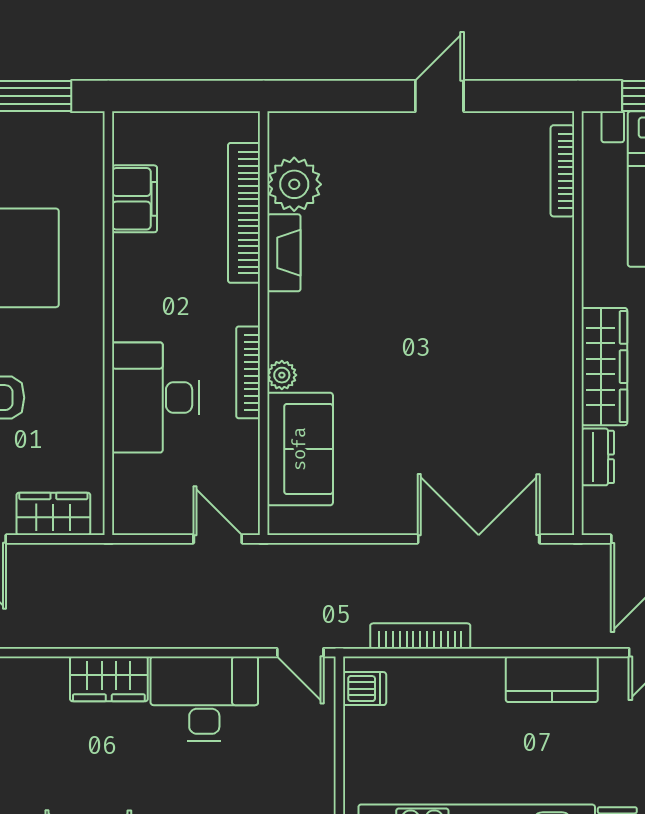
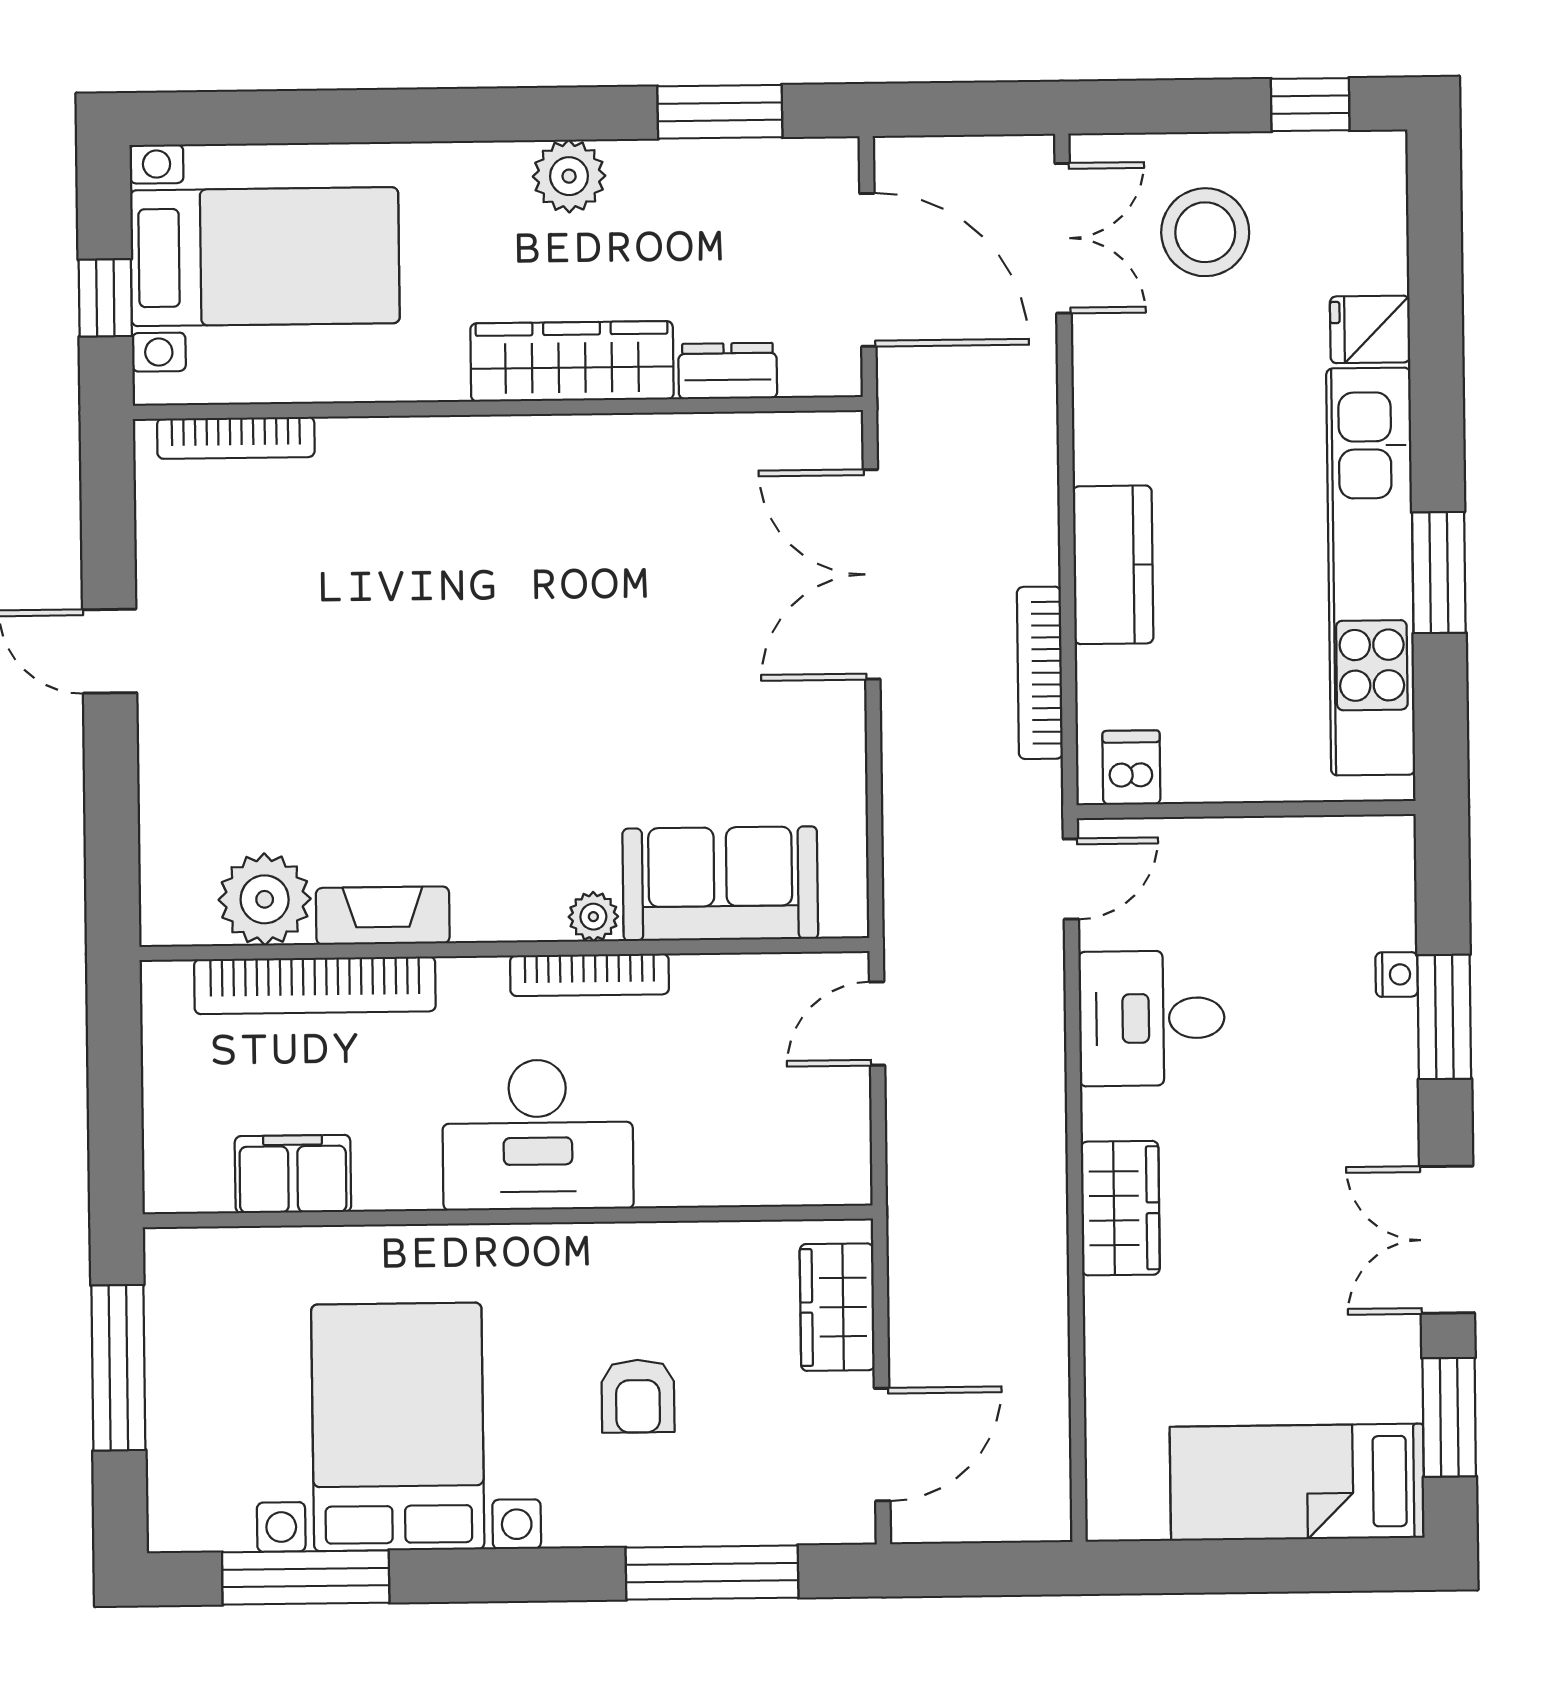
desk: (156, 397) -> (538, 1135), moved
kitchen counter: (552, 679) -> (1113, 565), moved
desk: (204, 699) -> (1152, 1018), width x0.73

